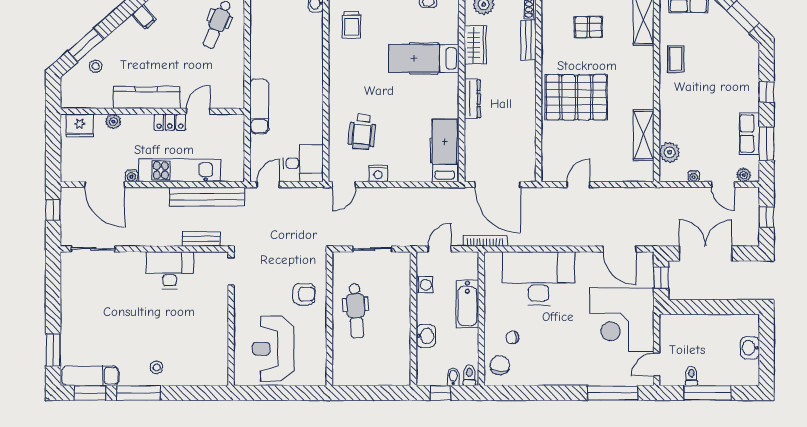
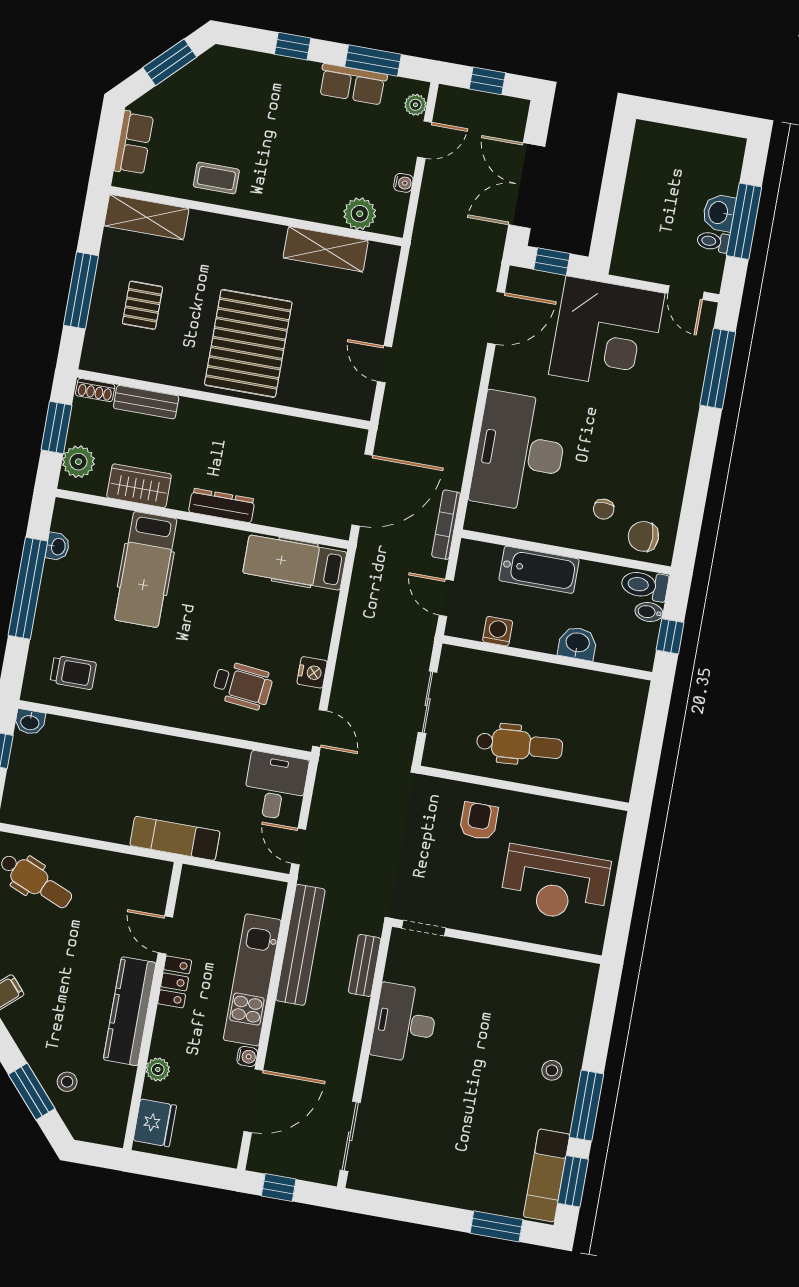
washbasin: (750, 348) -> (719, 213), moved, turned 90
toilet: (469, 375) -> (645, 585), width x1.37, depth x1.39

